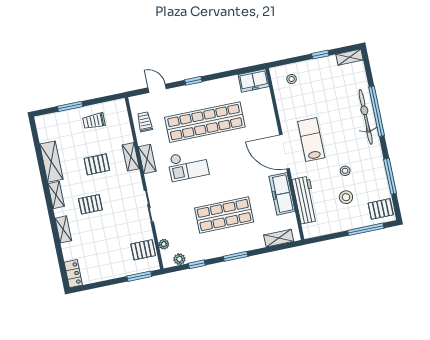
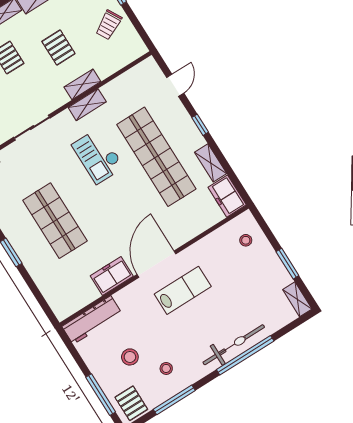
window: (320, 55) -> (287, 264), width x1.50
trolley: (94, 121) -> (109, 25), turned -119
trolley: (145, 122) -> (130, 85), removed
stool: (345, 171) -> (166, 368), moved
freezer: (282, 194) -> (112, 276), width x0.71
workbench: (305, 200) -> (92, 320), moved
shelving: (279, 238) -> (211, 163), moved

